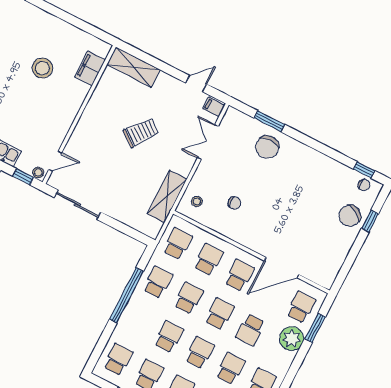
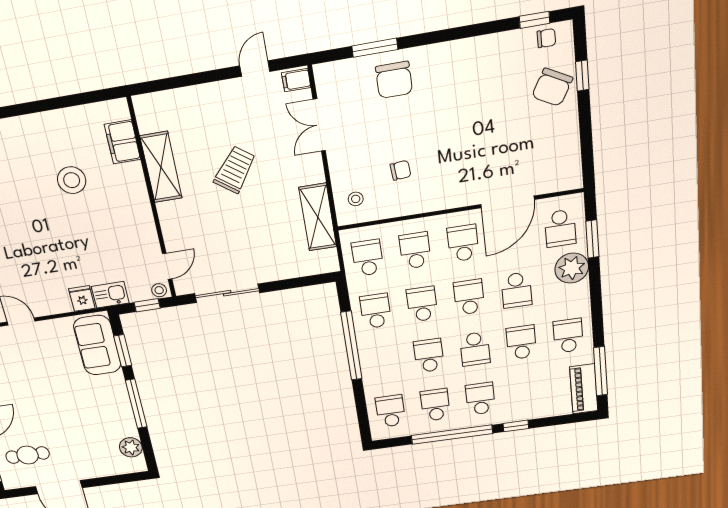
shelving: (134, 67) -> (161, 167), moved, turned 90
school desk: (301, 307) -> (560, 228), turned 180
school desk: (200, 353) -> (475, 349), turned 180

